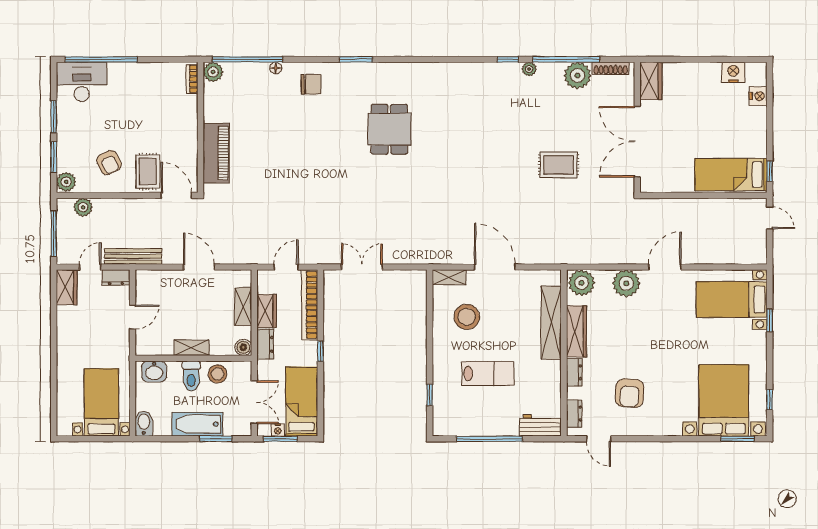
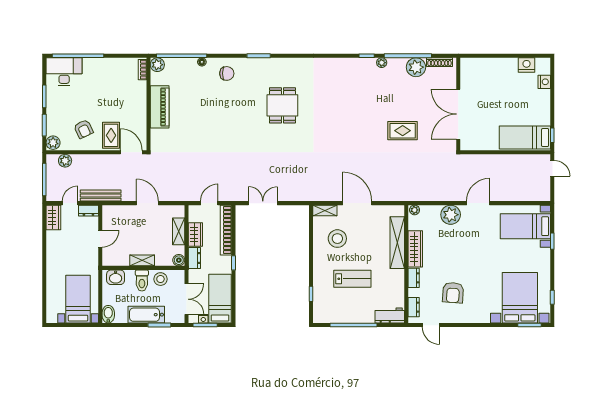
wardrobe: (651, 81) -> (468, 71), removed
piano: (216, 153) -> (160, 107), moved
plant: (582, 283) -> (415, 210), width x0.53, depth x0.53

